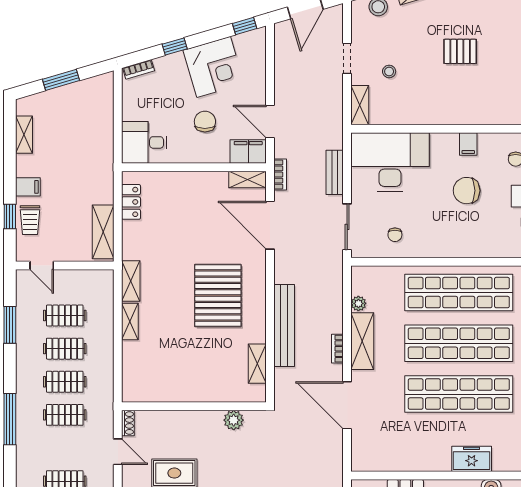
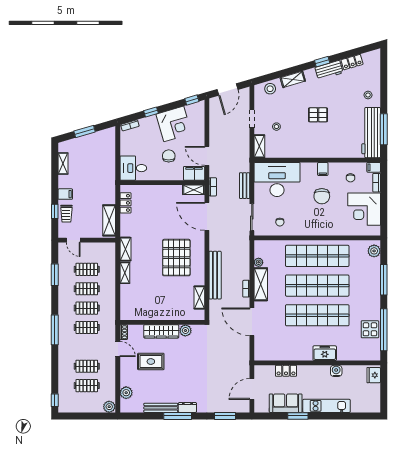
chair: (467, 191) -> (322, 196), turned -90
wardrobe: (192, 422) -> (161, 331), added

